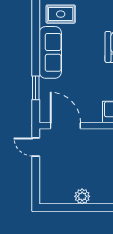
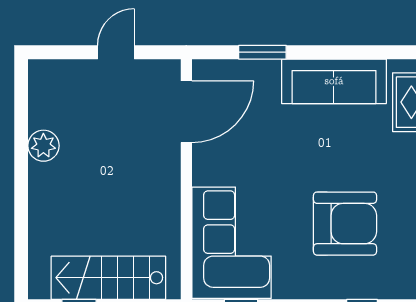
door: (36, 147) -> (116, 52), moved

